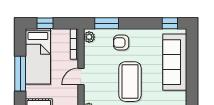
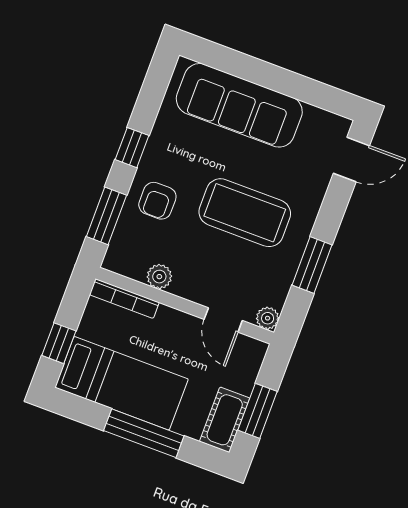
window: (170, 23) -> (132, 148), moved
plant: (89, 37) -> (159, 277), moved
door: (81, 76) -> (223, 320), moved

